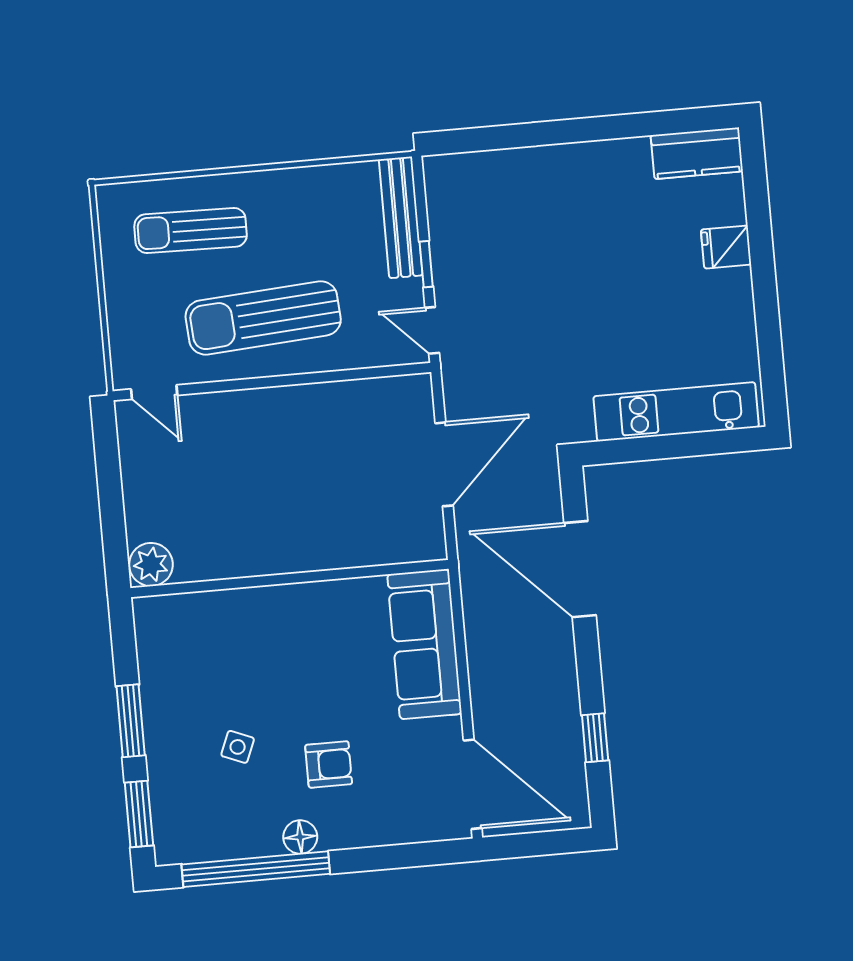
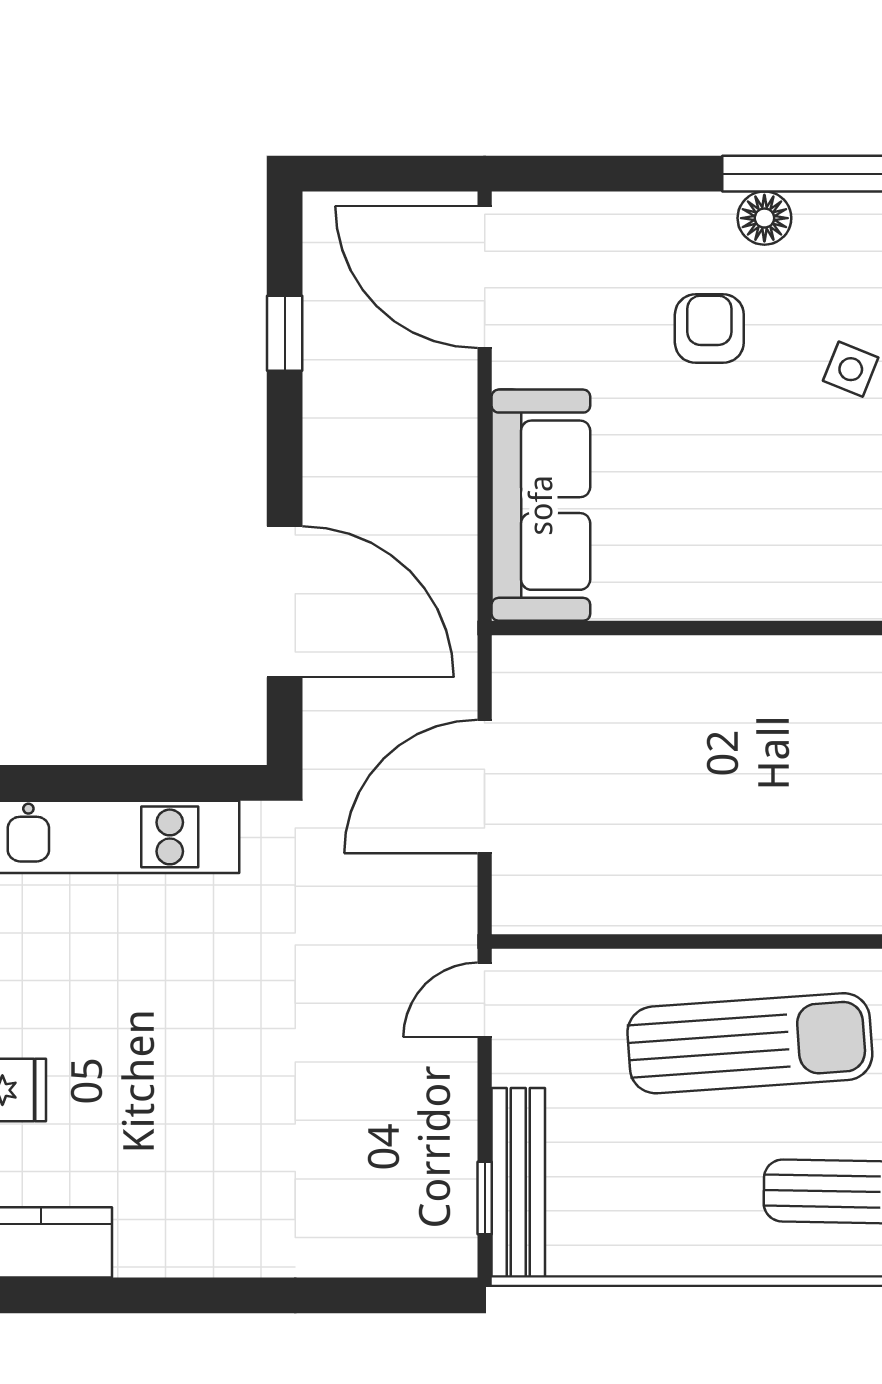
window: (426, 264) -> (485, 1198), moved
door: (432, 330) -> (485, 1000), swing flipped
armchair: (329, 764) -> (709, 329), turned 90

